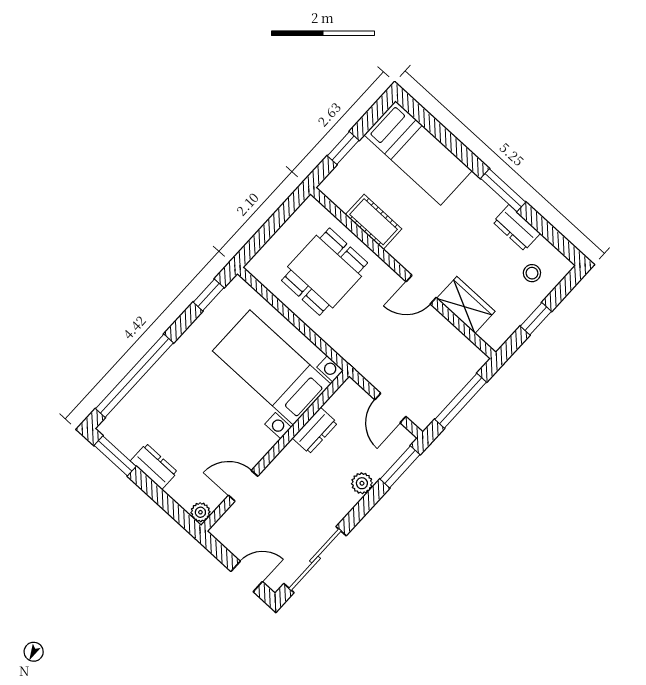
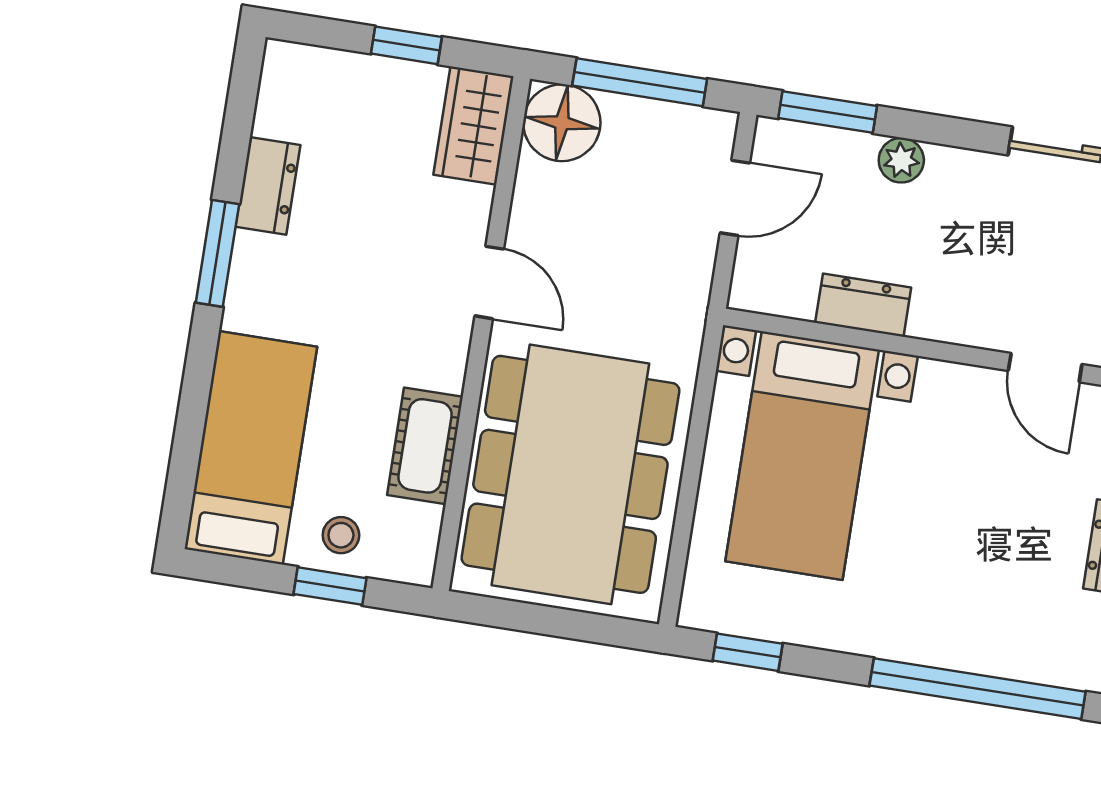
dining table: (325, 272) -> (570, 474), width x1.88, depth x1.24
stool: (532, 273) -> (341, 535), moved
wardrobe: (466, 305) -> (473, 125), moved
floor lamp: (465, 360) -> (562, 123), added

